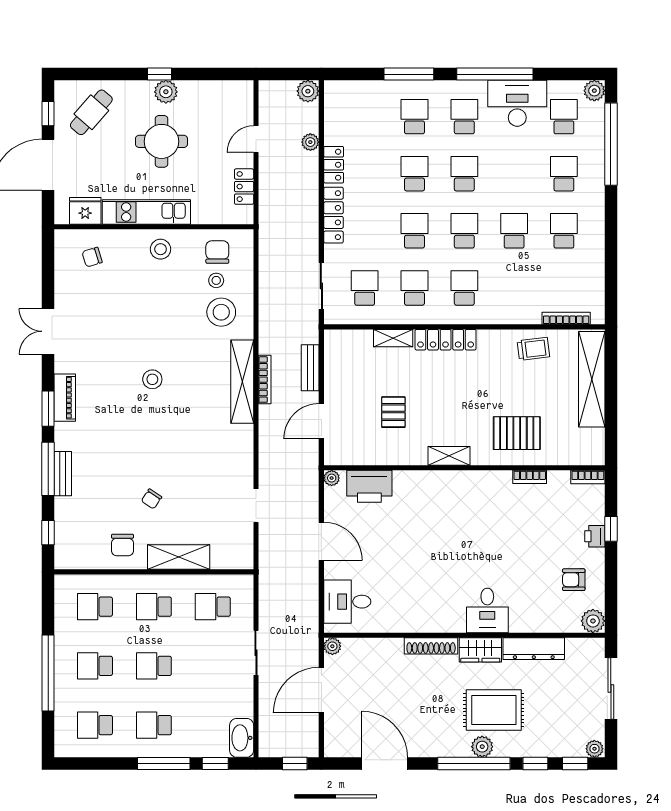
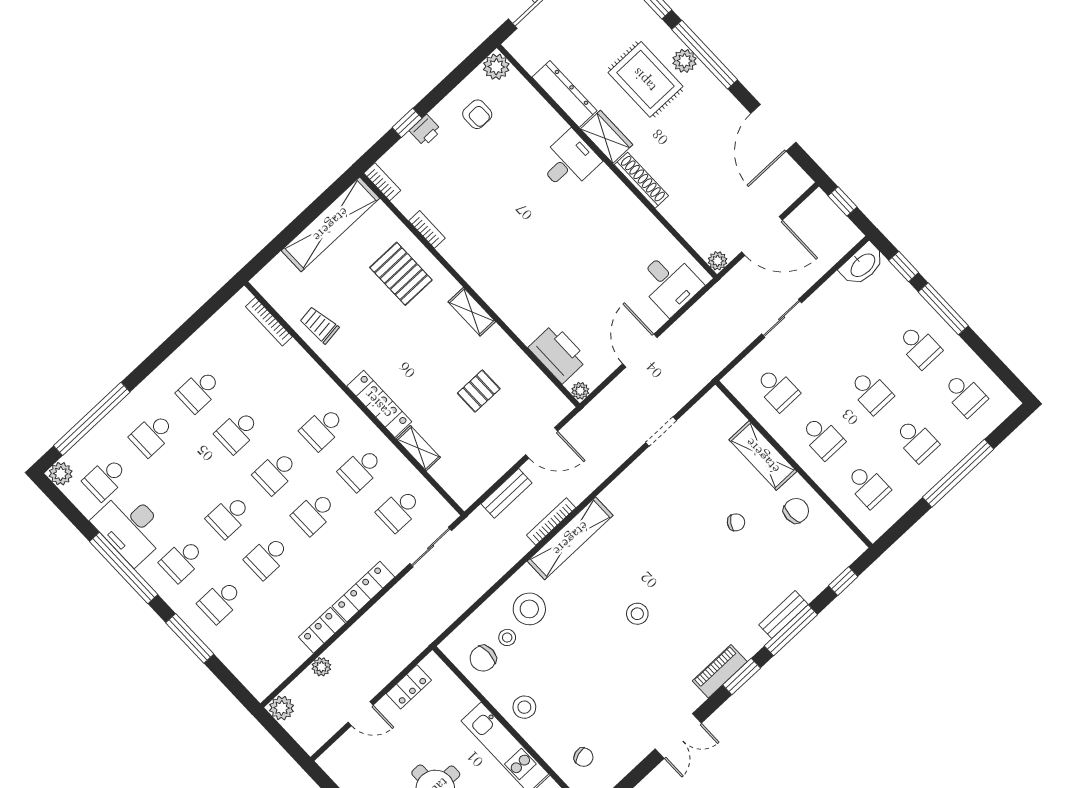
shelving: (592, 379) -> (330, 224), moved

